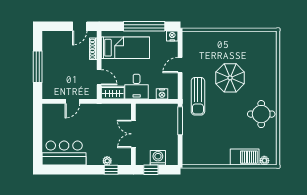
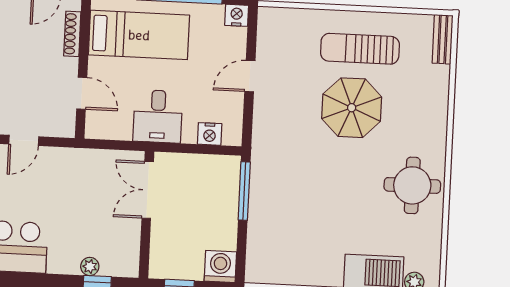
bench: (272, 43) -> (443, 39), added
wardrobe: (113, 93) -> (108, 126), removed
sun lounger: (198, 96) -> (360, 49), moved, turned 90
double door: (133, 134) -> (148, 190), moved
washing machine: (158, 158) -> (220, 266), moved

